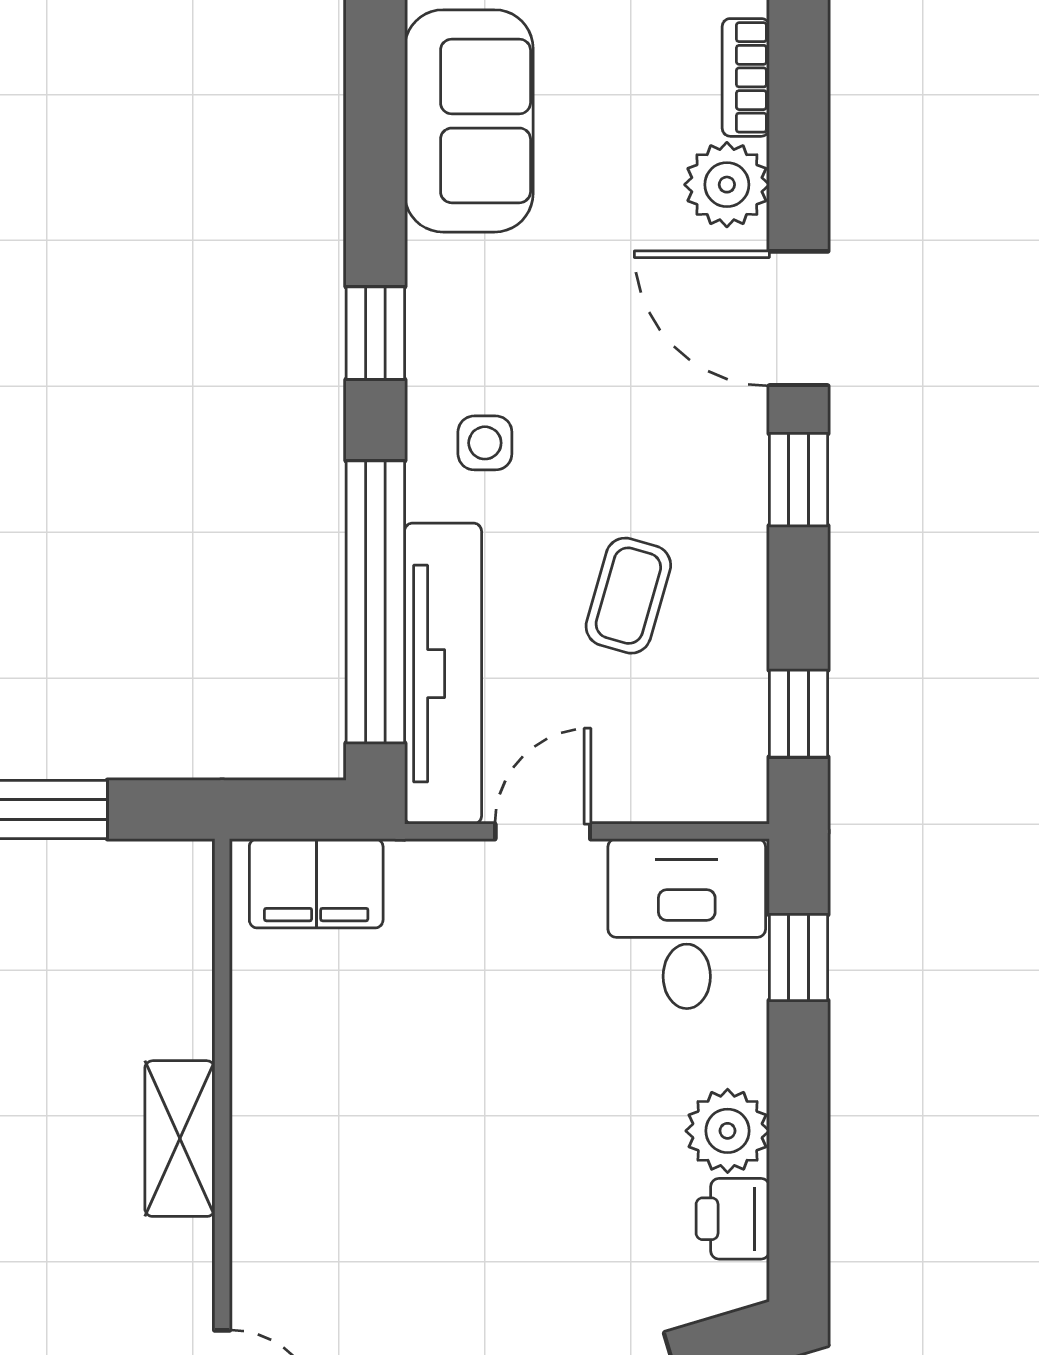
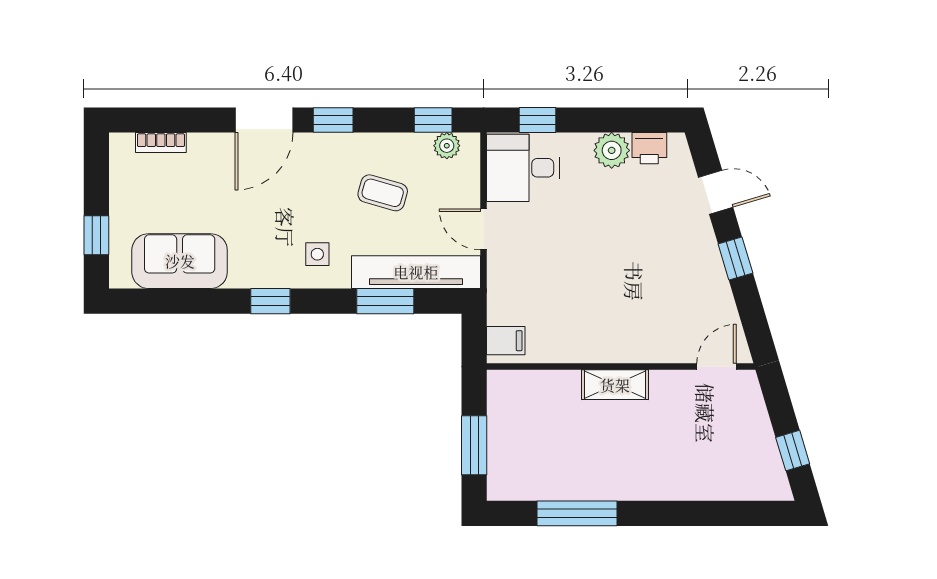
plant: (727, 185) -> (447, 146), moved, width x0.73, depth x0.73
window: (375, 602) -> (385, 301), width x0.47
filing cabinet: (316, 883) -> (506, 341), width x0.50

